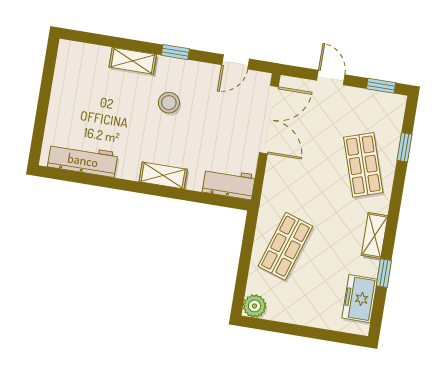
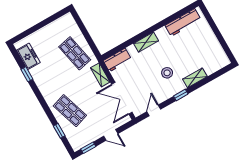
shelving: (375, 236) -> (100, 75), moved
shop shelf: (285, 246) -> (75, 53), turned -30
plant: (255, 306) -> (68, 20), removed

